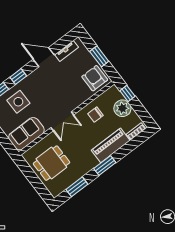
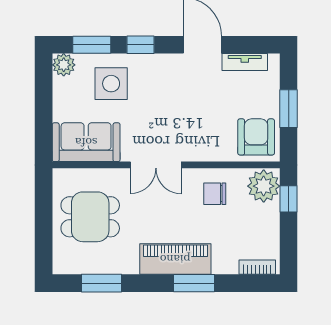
plant: (122, 108) -> (264, 186), moved
piano: (111, 145) -> (175, 259), moved
window: (105, 166) -> (194, 283), moved

